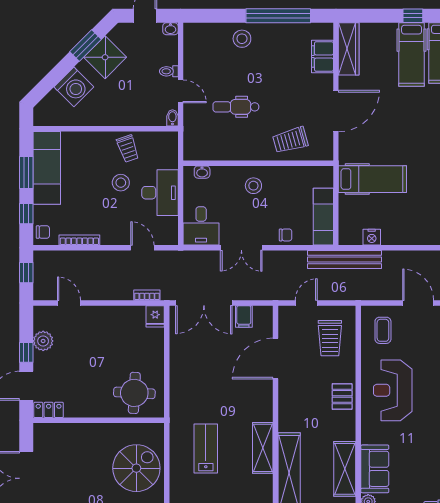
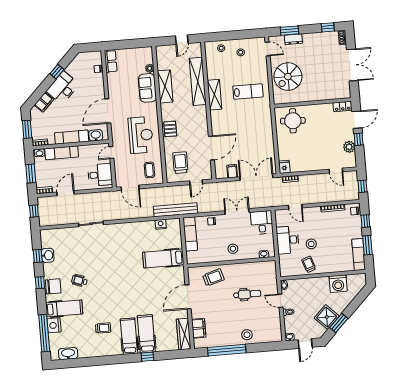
washing machine: (74, 87) -> (338, 284), moved, turned -135
exam couch: (47, 168) -> (359, 255), width x0.73, depth x0.69
lab bench: (206, 448) -> (248, 92), turned -90

